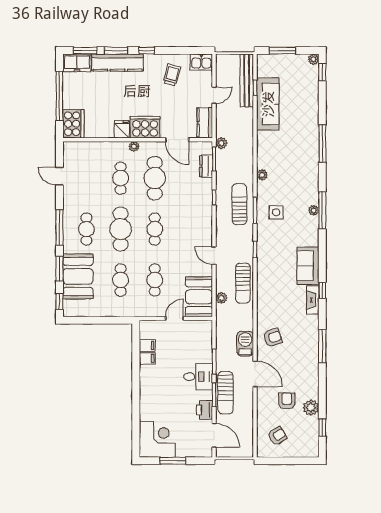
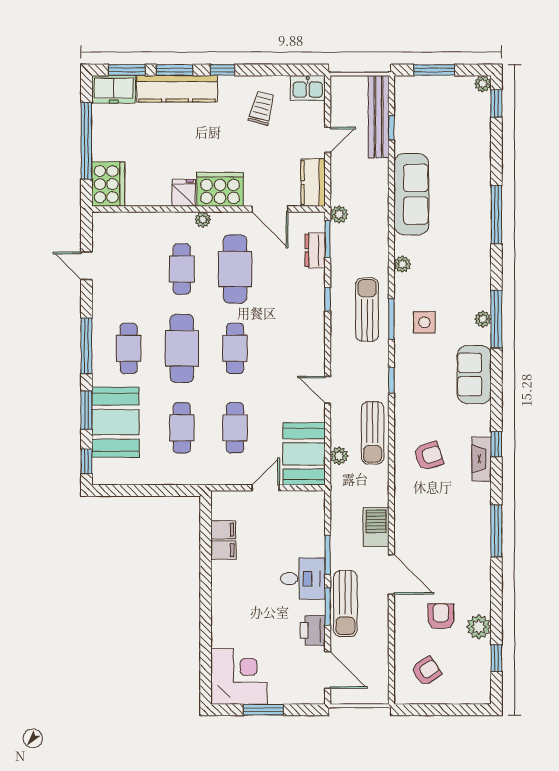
sofa: (268, 104) -> (411, 194), moved
sofa: (308, 266) -> (474, 375), moved
armchair: (273, 338) -> (429, 456), moved

